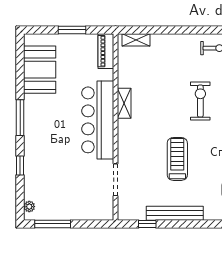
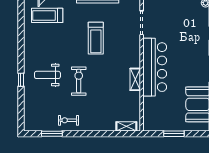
piano: (106, 51) -> (149, 118), removed
exercise bike: (200, 101) -> (79, 81), turned 180

